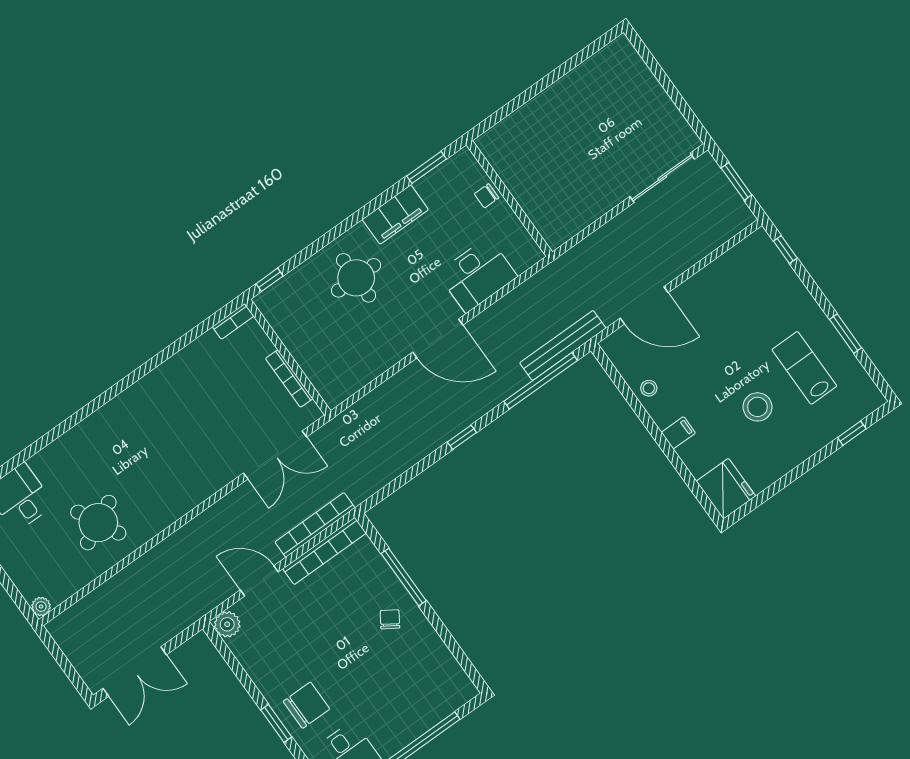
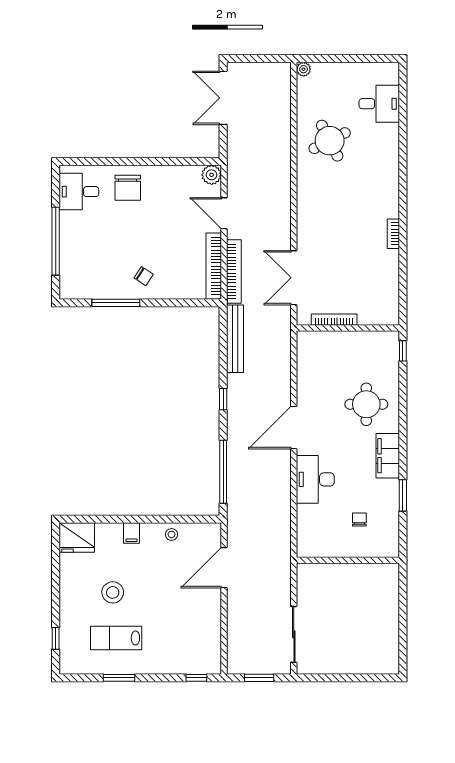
wall: (509, 198) -> (348, 560), moved
bookcase: (233, 322) -> (393, 234), moved
bench: (563, 346) -> (235, 339), moved
lab bench: (804, 368) -> (116, 638), turned 180
window: (404, 577) -> (116, 303), moved
door: (259, 581) -> (224, 213), swing flipped
window: (276, 723) -> (130, 161), removed

